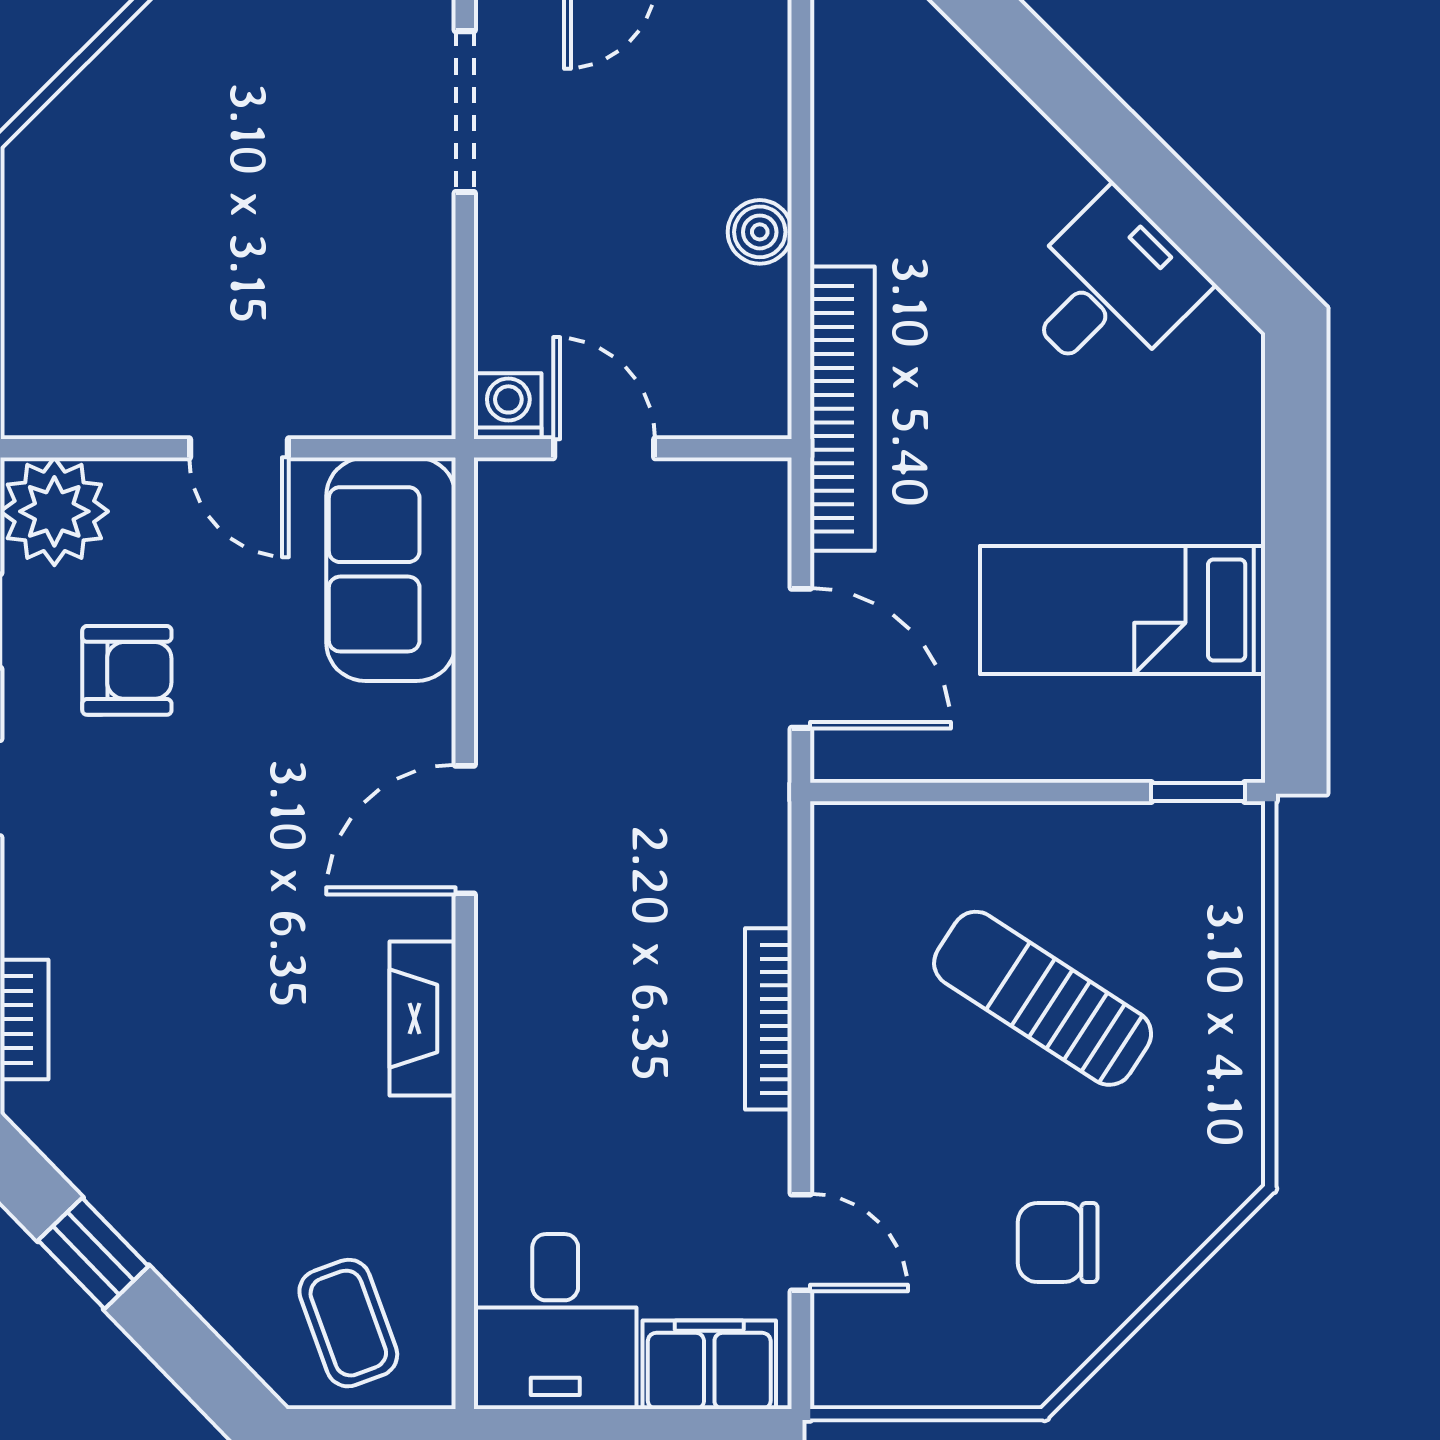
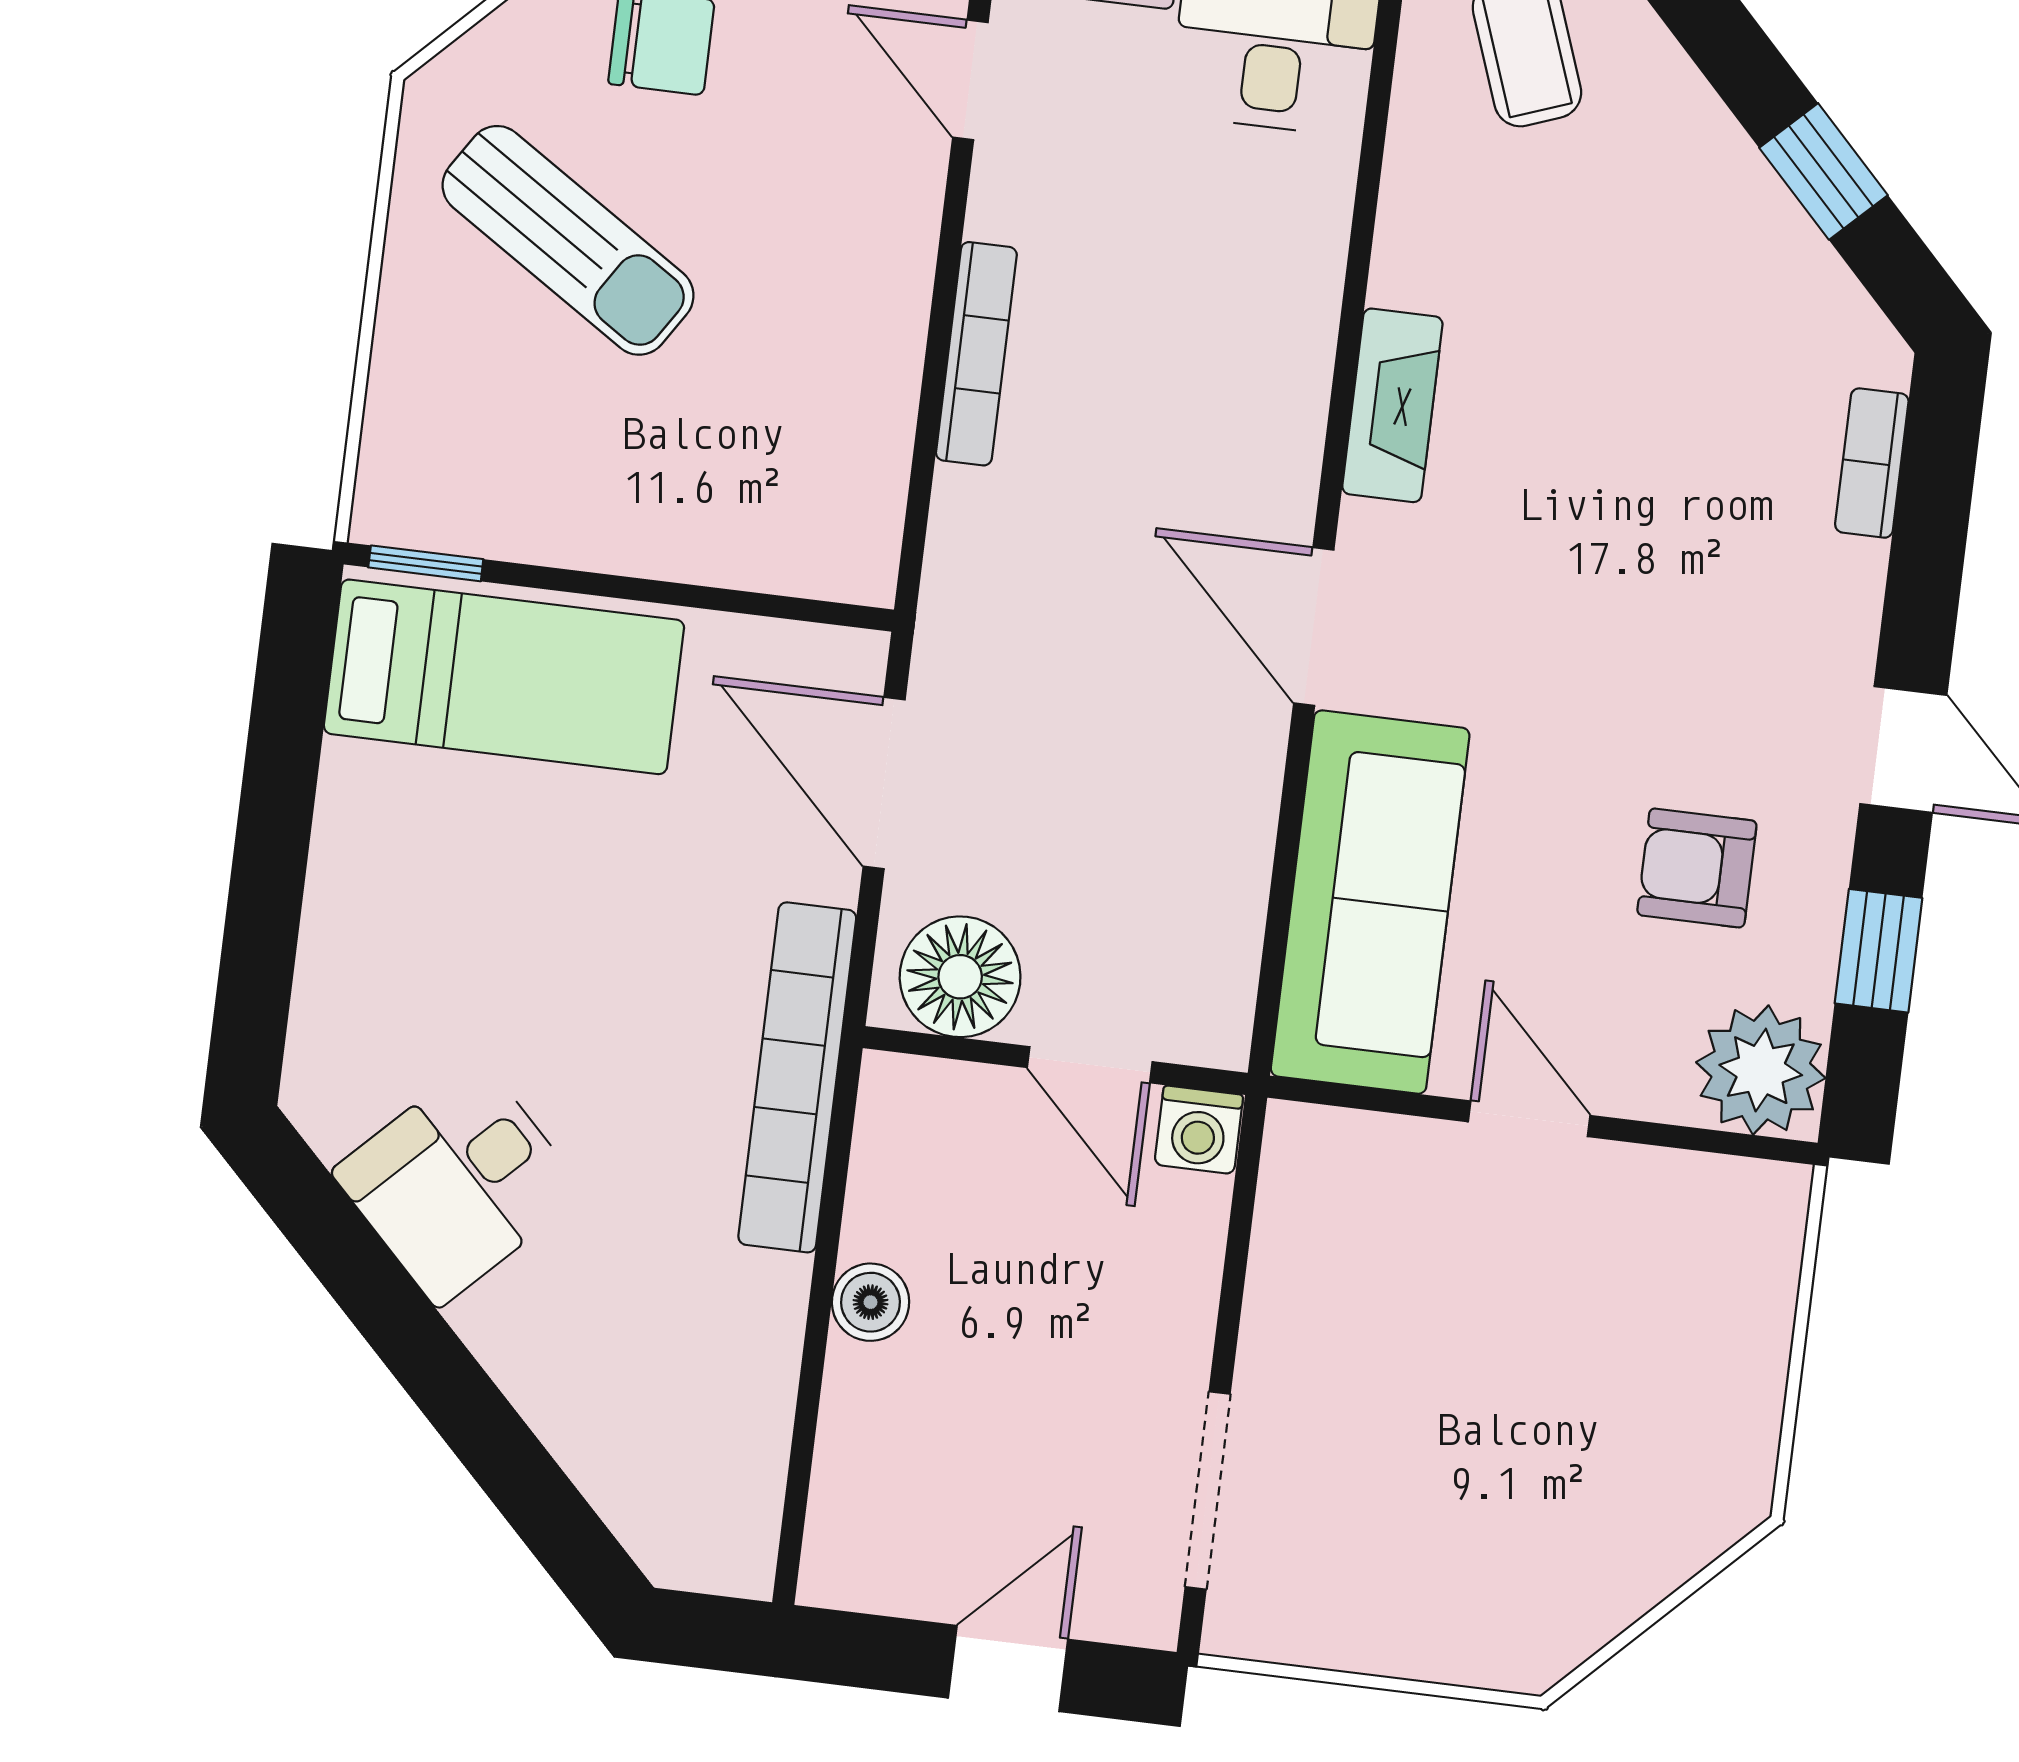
floor lamp: (719, 507) -> (960, 977), added
sofa: (391, 569) -> (1370, 902), width x1.36
bed: (1123, 610) -> (504, 677), moved
door: (465, 830) -> (1314, 627), swing flipped
sun lounger: (1043, 998) -> (568, 240), moved

